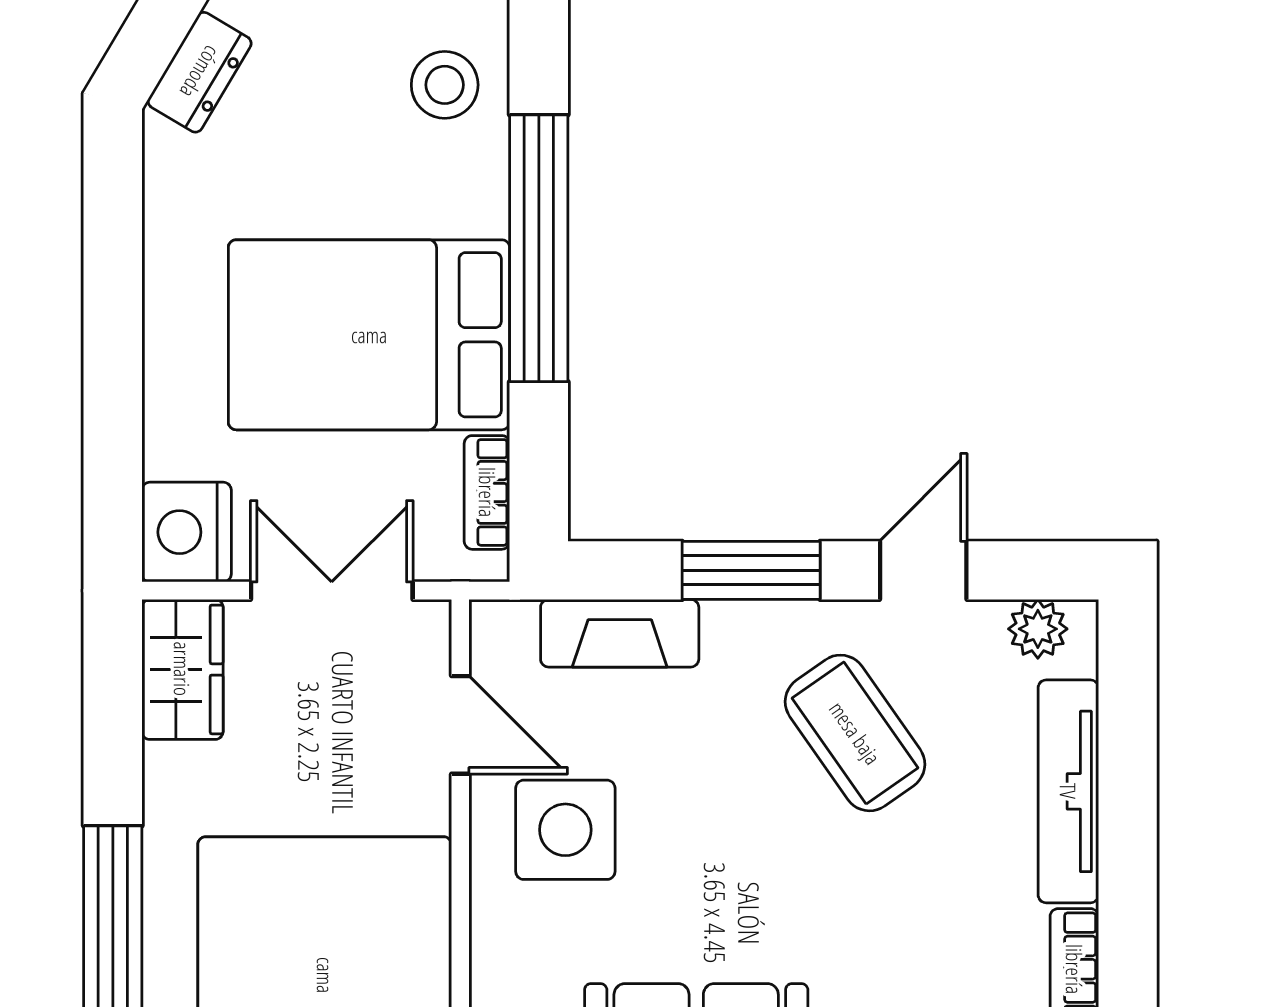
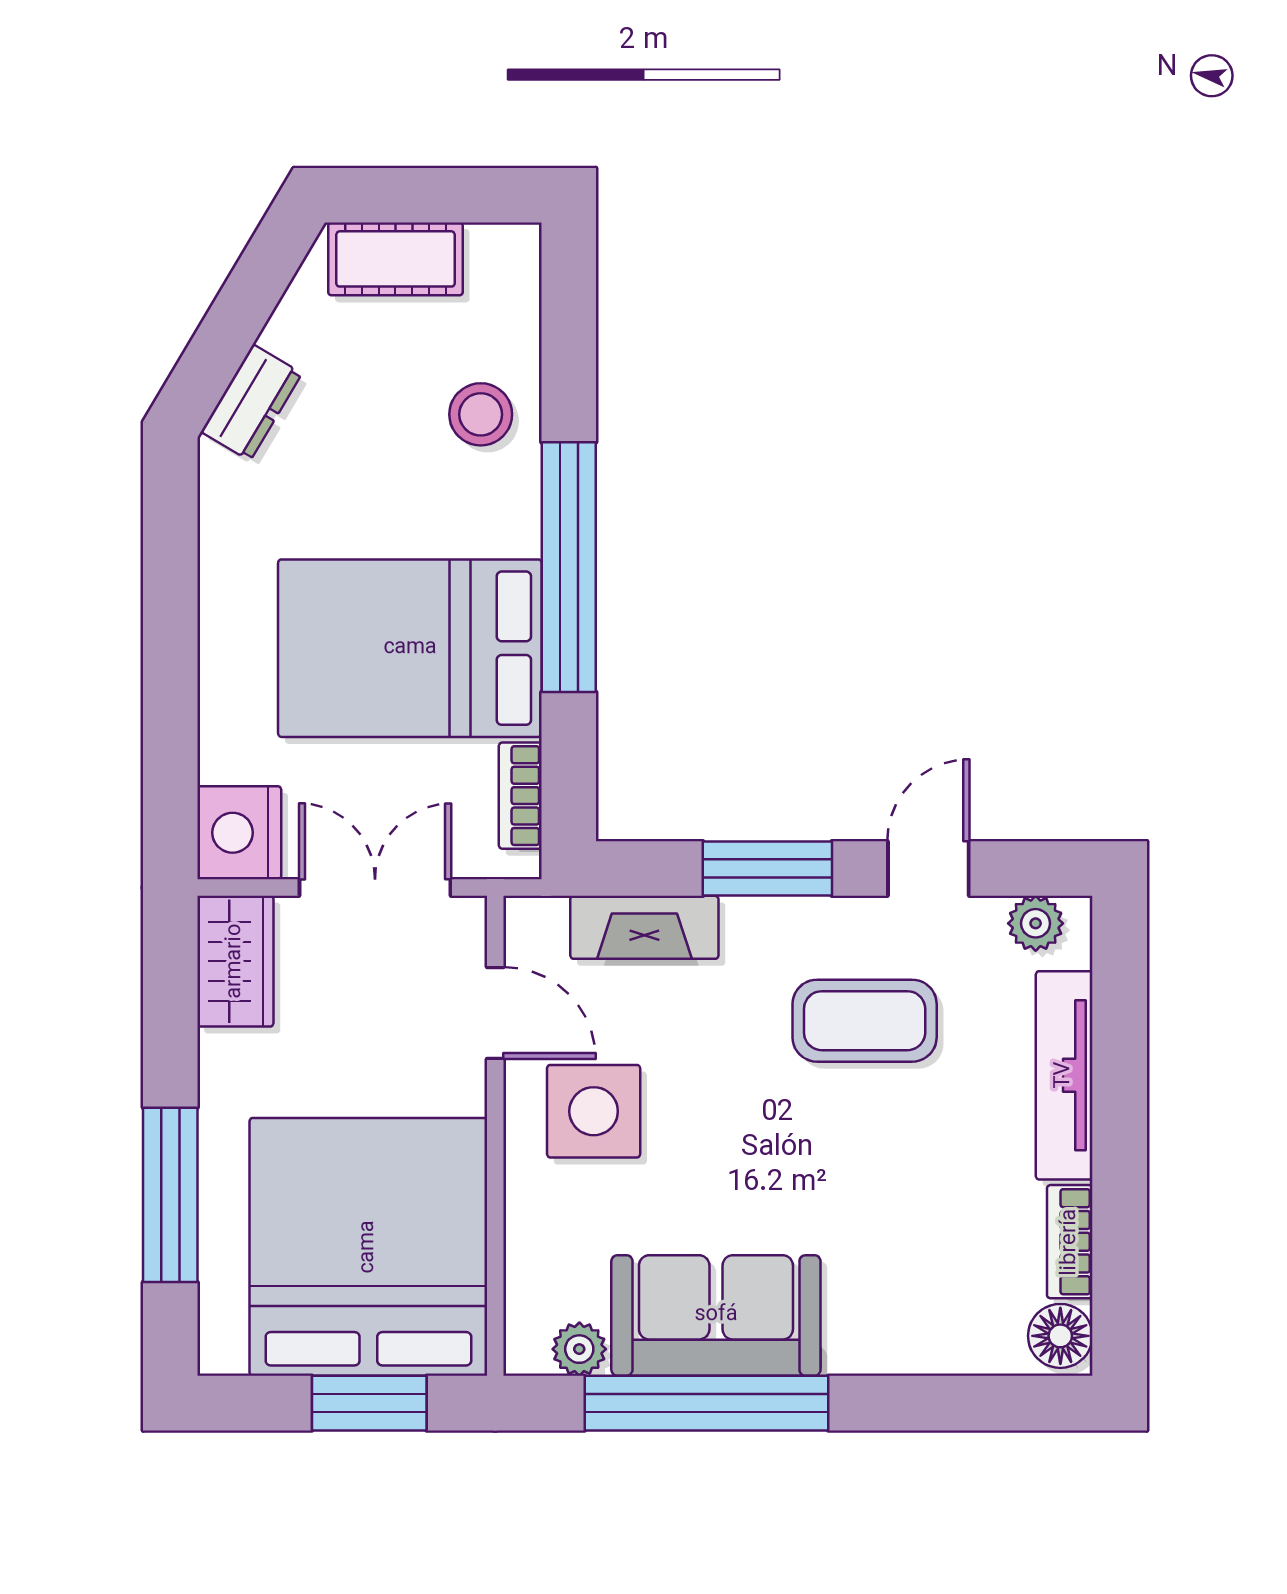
coffee table: (855, 733) -> (865, 1021), turned -55

